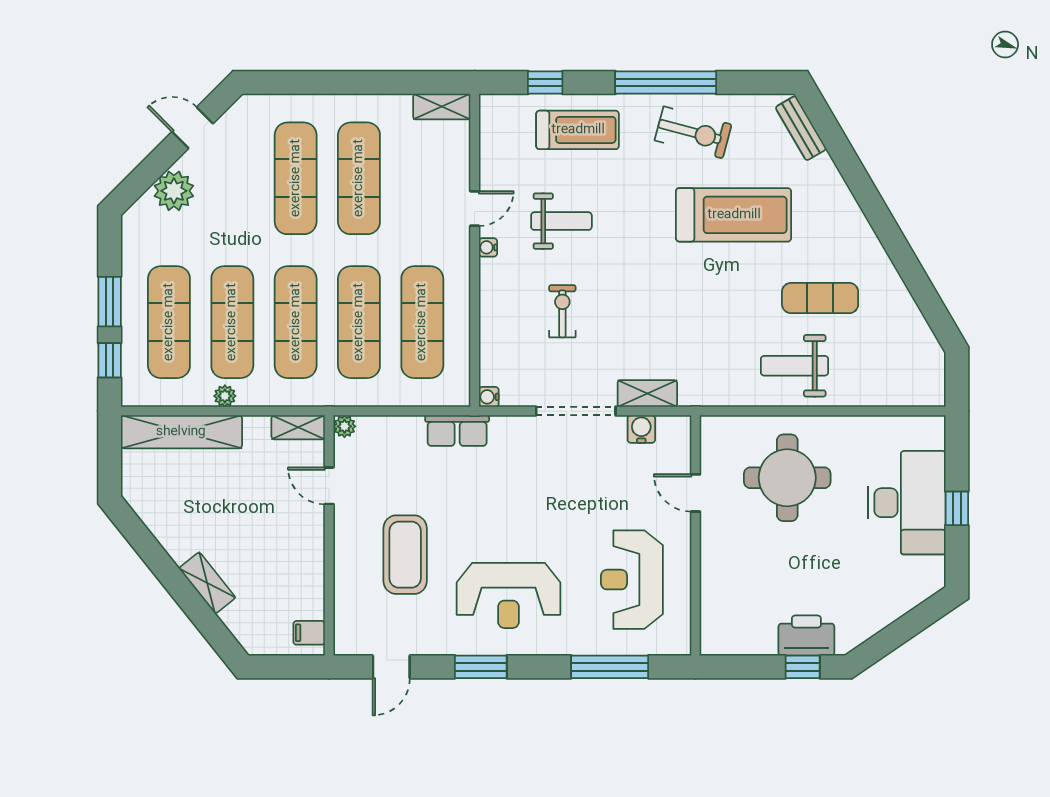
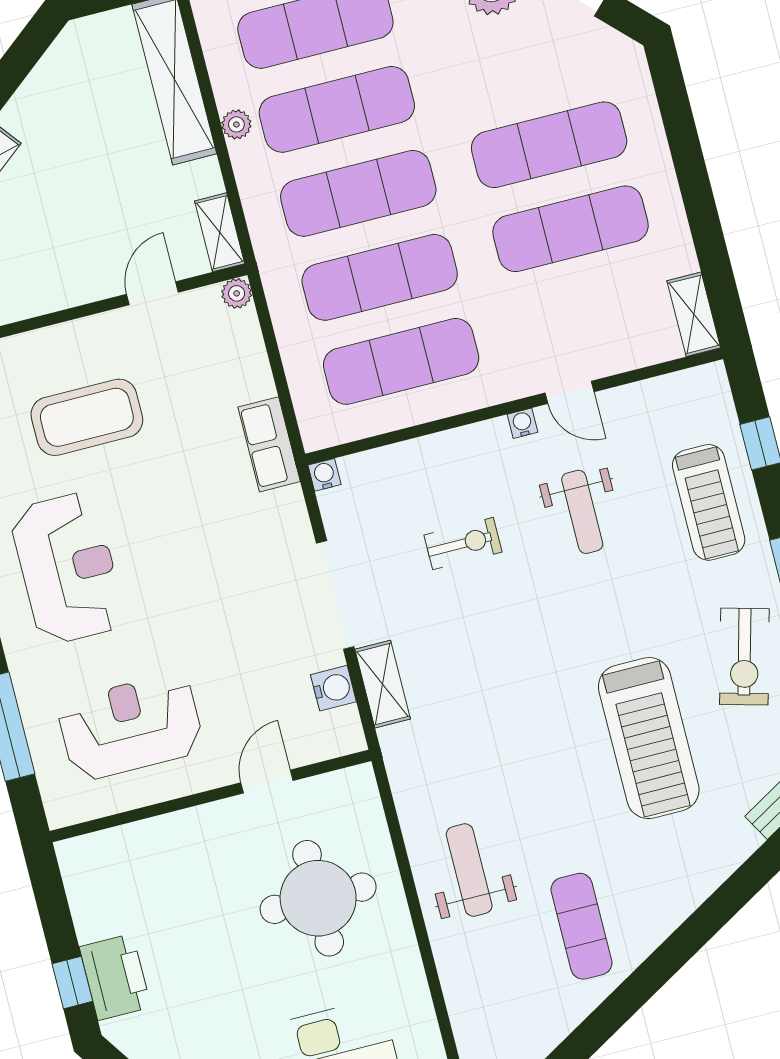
exercise mat: (820, 298) -> (582, 926), moved
reception desk: (508, 595) -> (68, 568), turned 180

